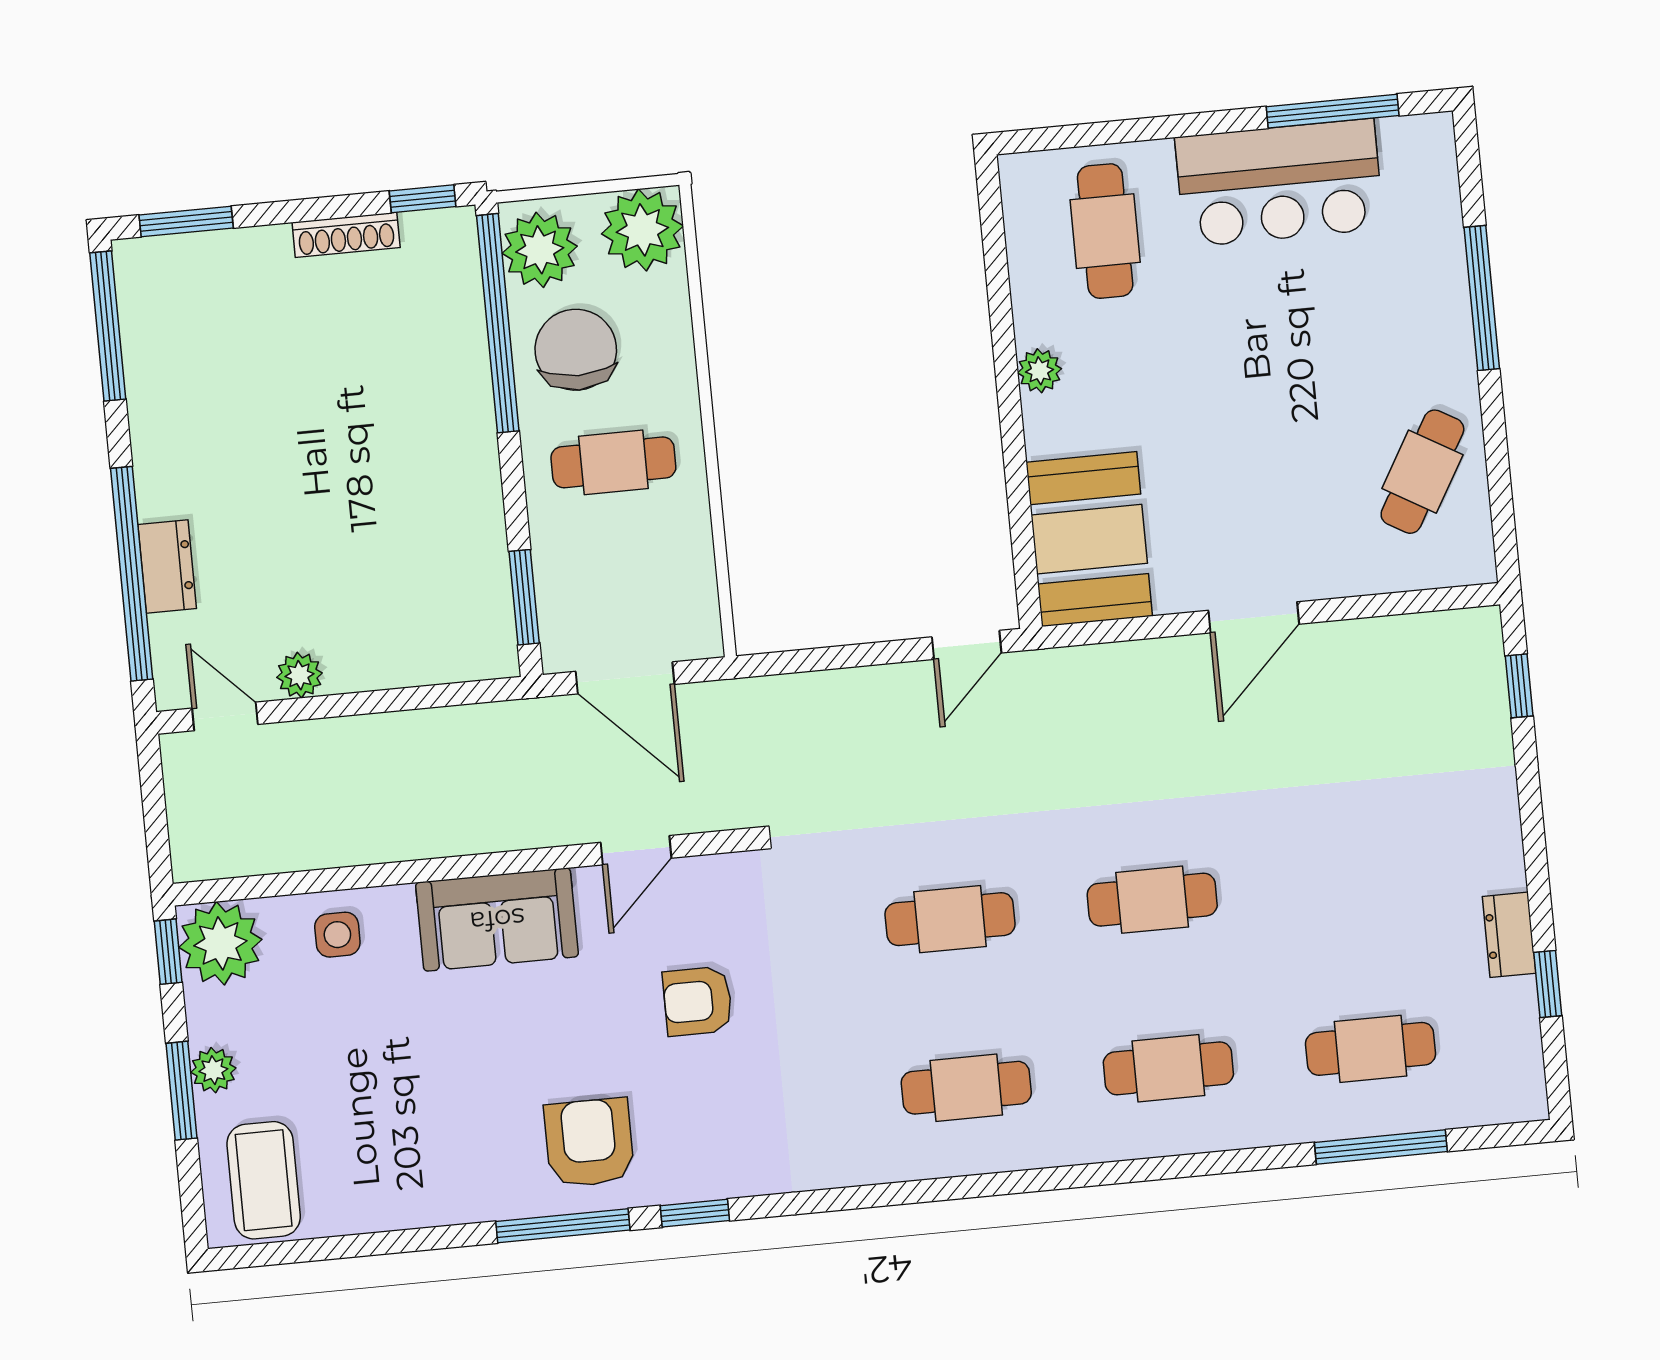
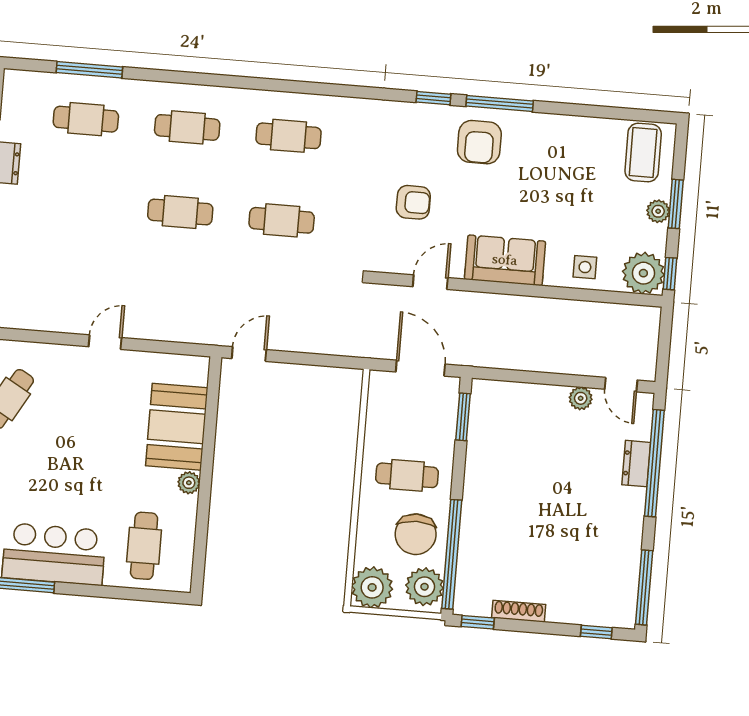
window: (186, 222) -> (596, 632), width x0.67
booth: (1089, 539) -> (177, 427), moved
door: (1254, 617) -> (105, 342), width x0.73

